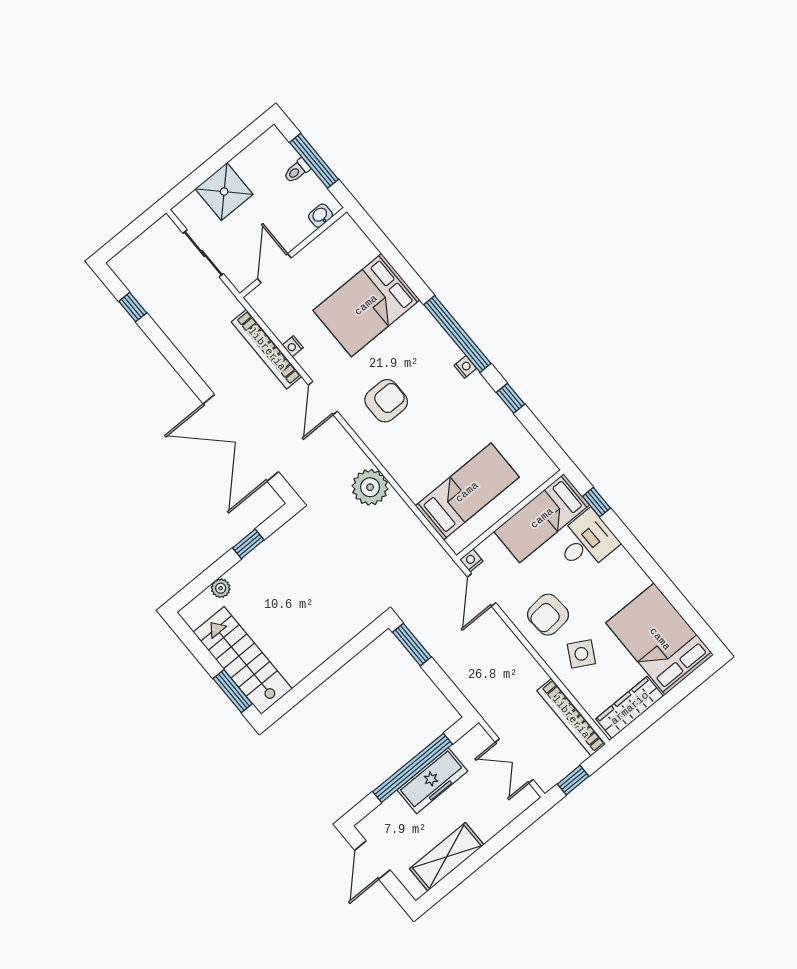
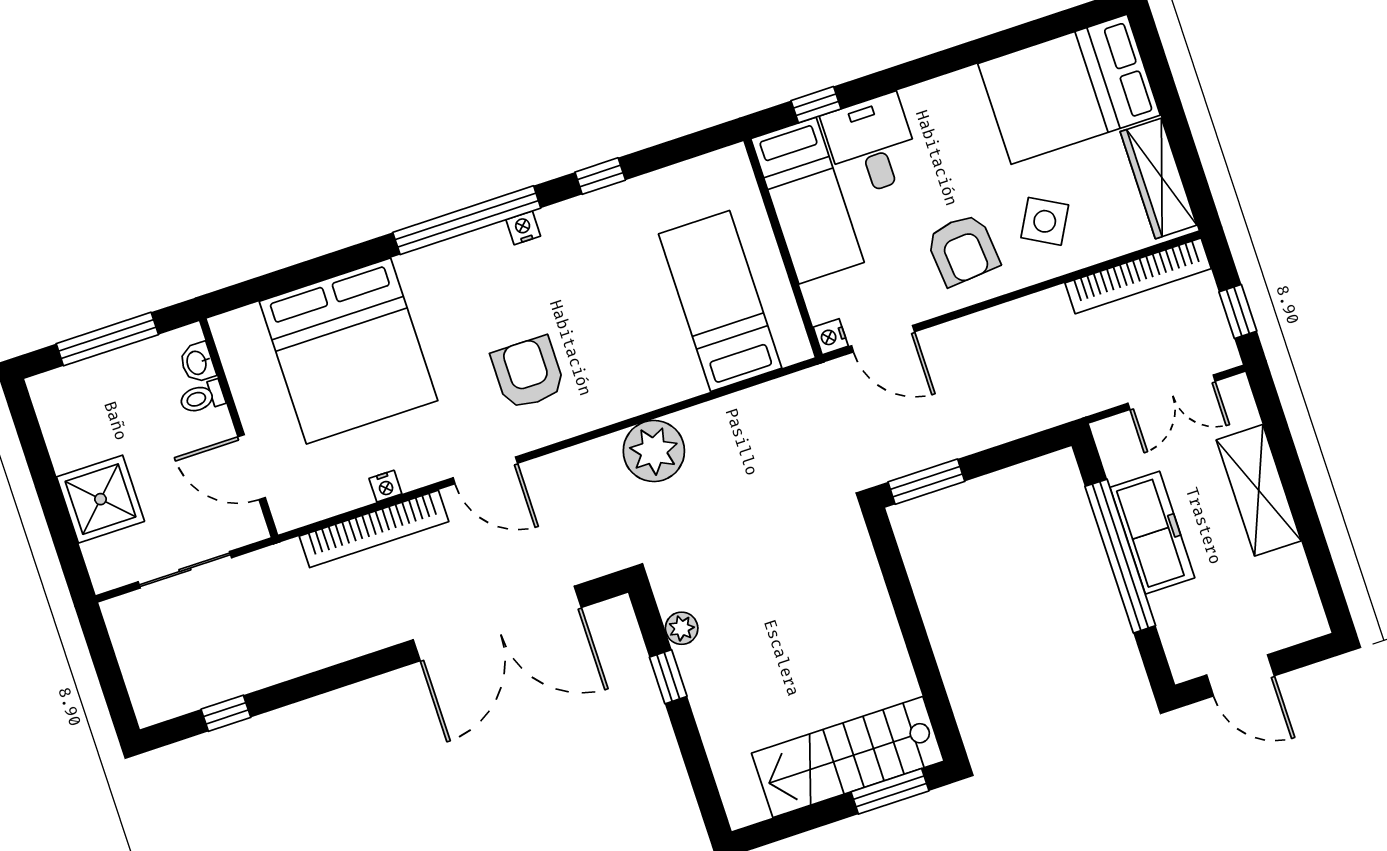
toilet: (297, 171) -> (202, 397), moved, turned 90
bed: (366, 305) -> (349, 351), width x1.36
plant: (221, 588) -> (682, 628), moved
shelving: (447, 857) -> (1259, 490), moved

